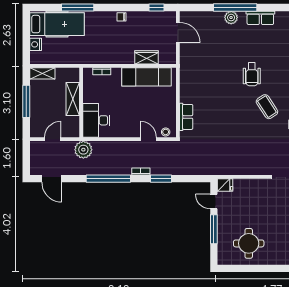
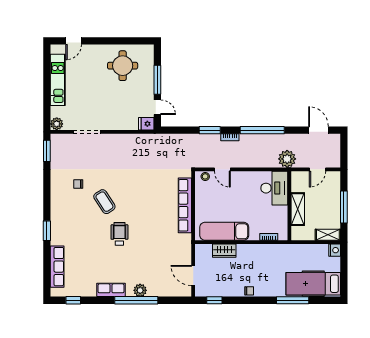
nightstand: (36, 44) -> (335, 250), moved
row of seats: (186, 117) -> (185, 205), width x2.02

